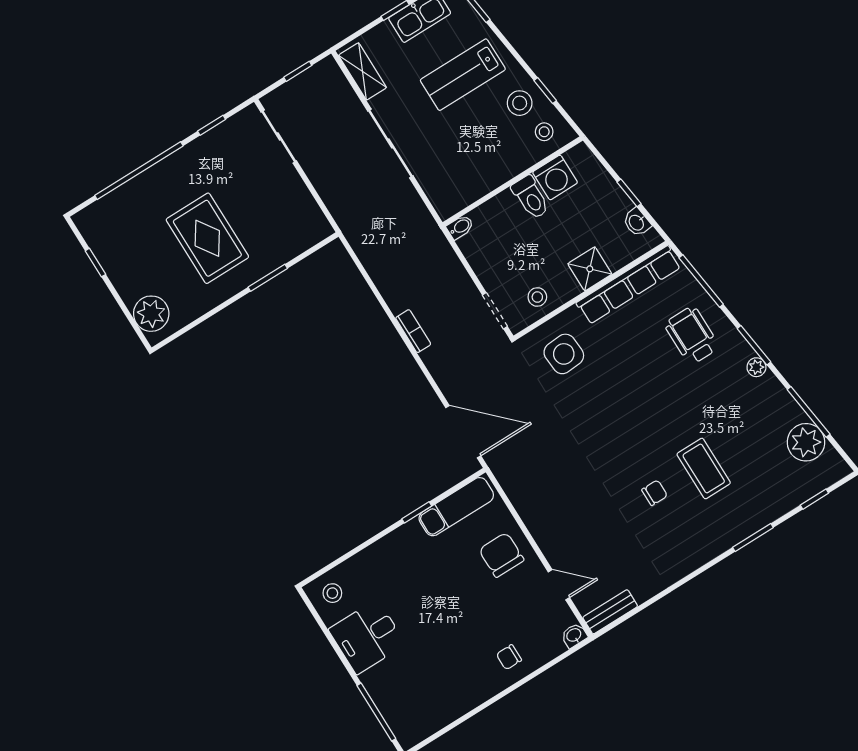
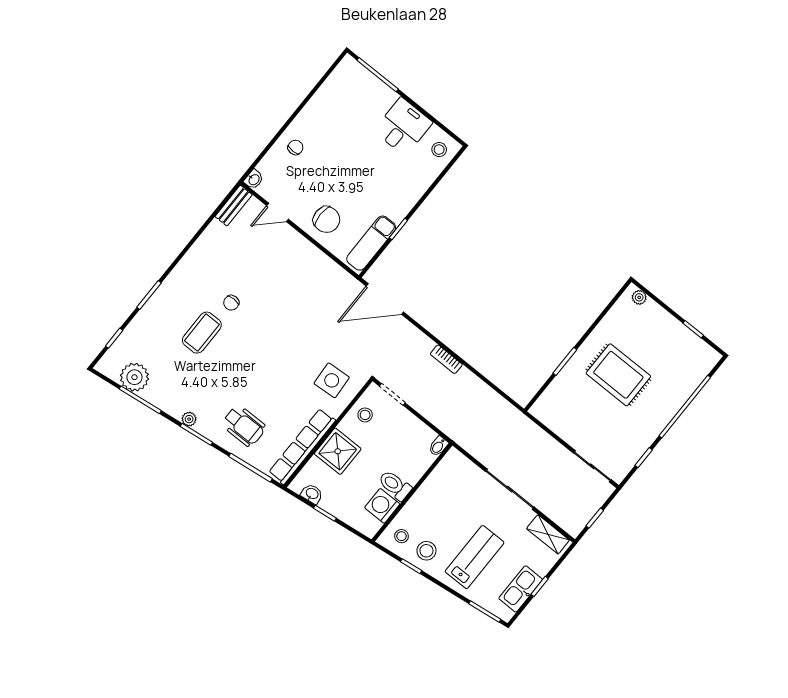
shower: (590, 269) -> (338, 451), width x1.36, depth x1.36
plant: (151, 314) -> (639, 297), width x0.53, depth x0.53
coffee table: (704, 468) -> (202, 333), turned 90

